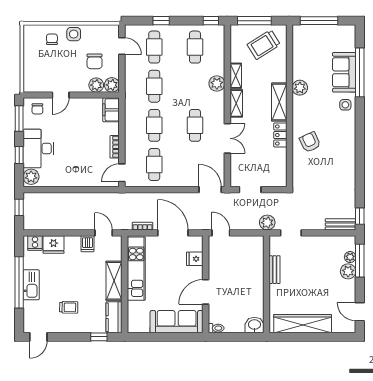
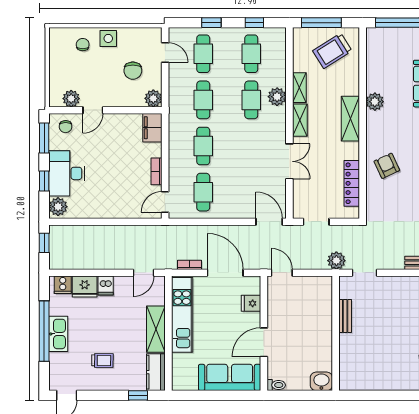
window: (211, 21) -> (254, 23), moved
plant: (96, 85) -> (71, 99), moved
cafe table: (195, 125) -> (251, 100), moved
locker: (280, 135) -> (352, 183), moved, width x1.53
door: (104, 233) -> (144, 273), swing flipped
dishwasher: (87, 244) -> (106, 286), moved
wardrobe: (303, 324) -> (378, 380), removed

